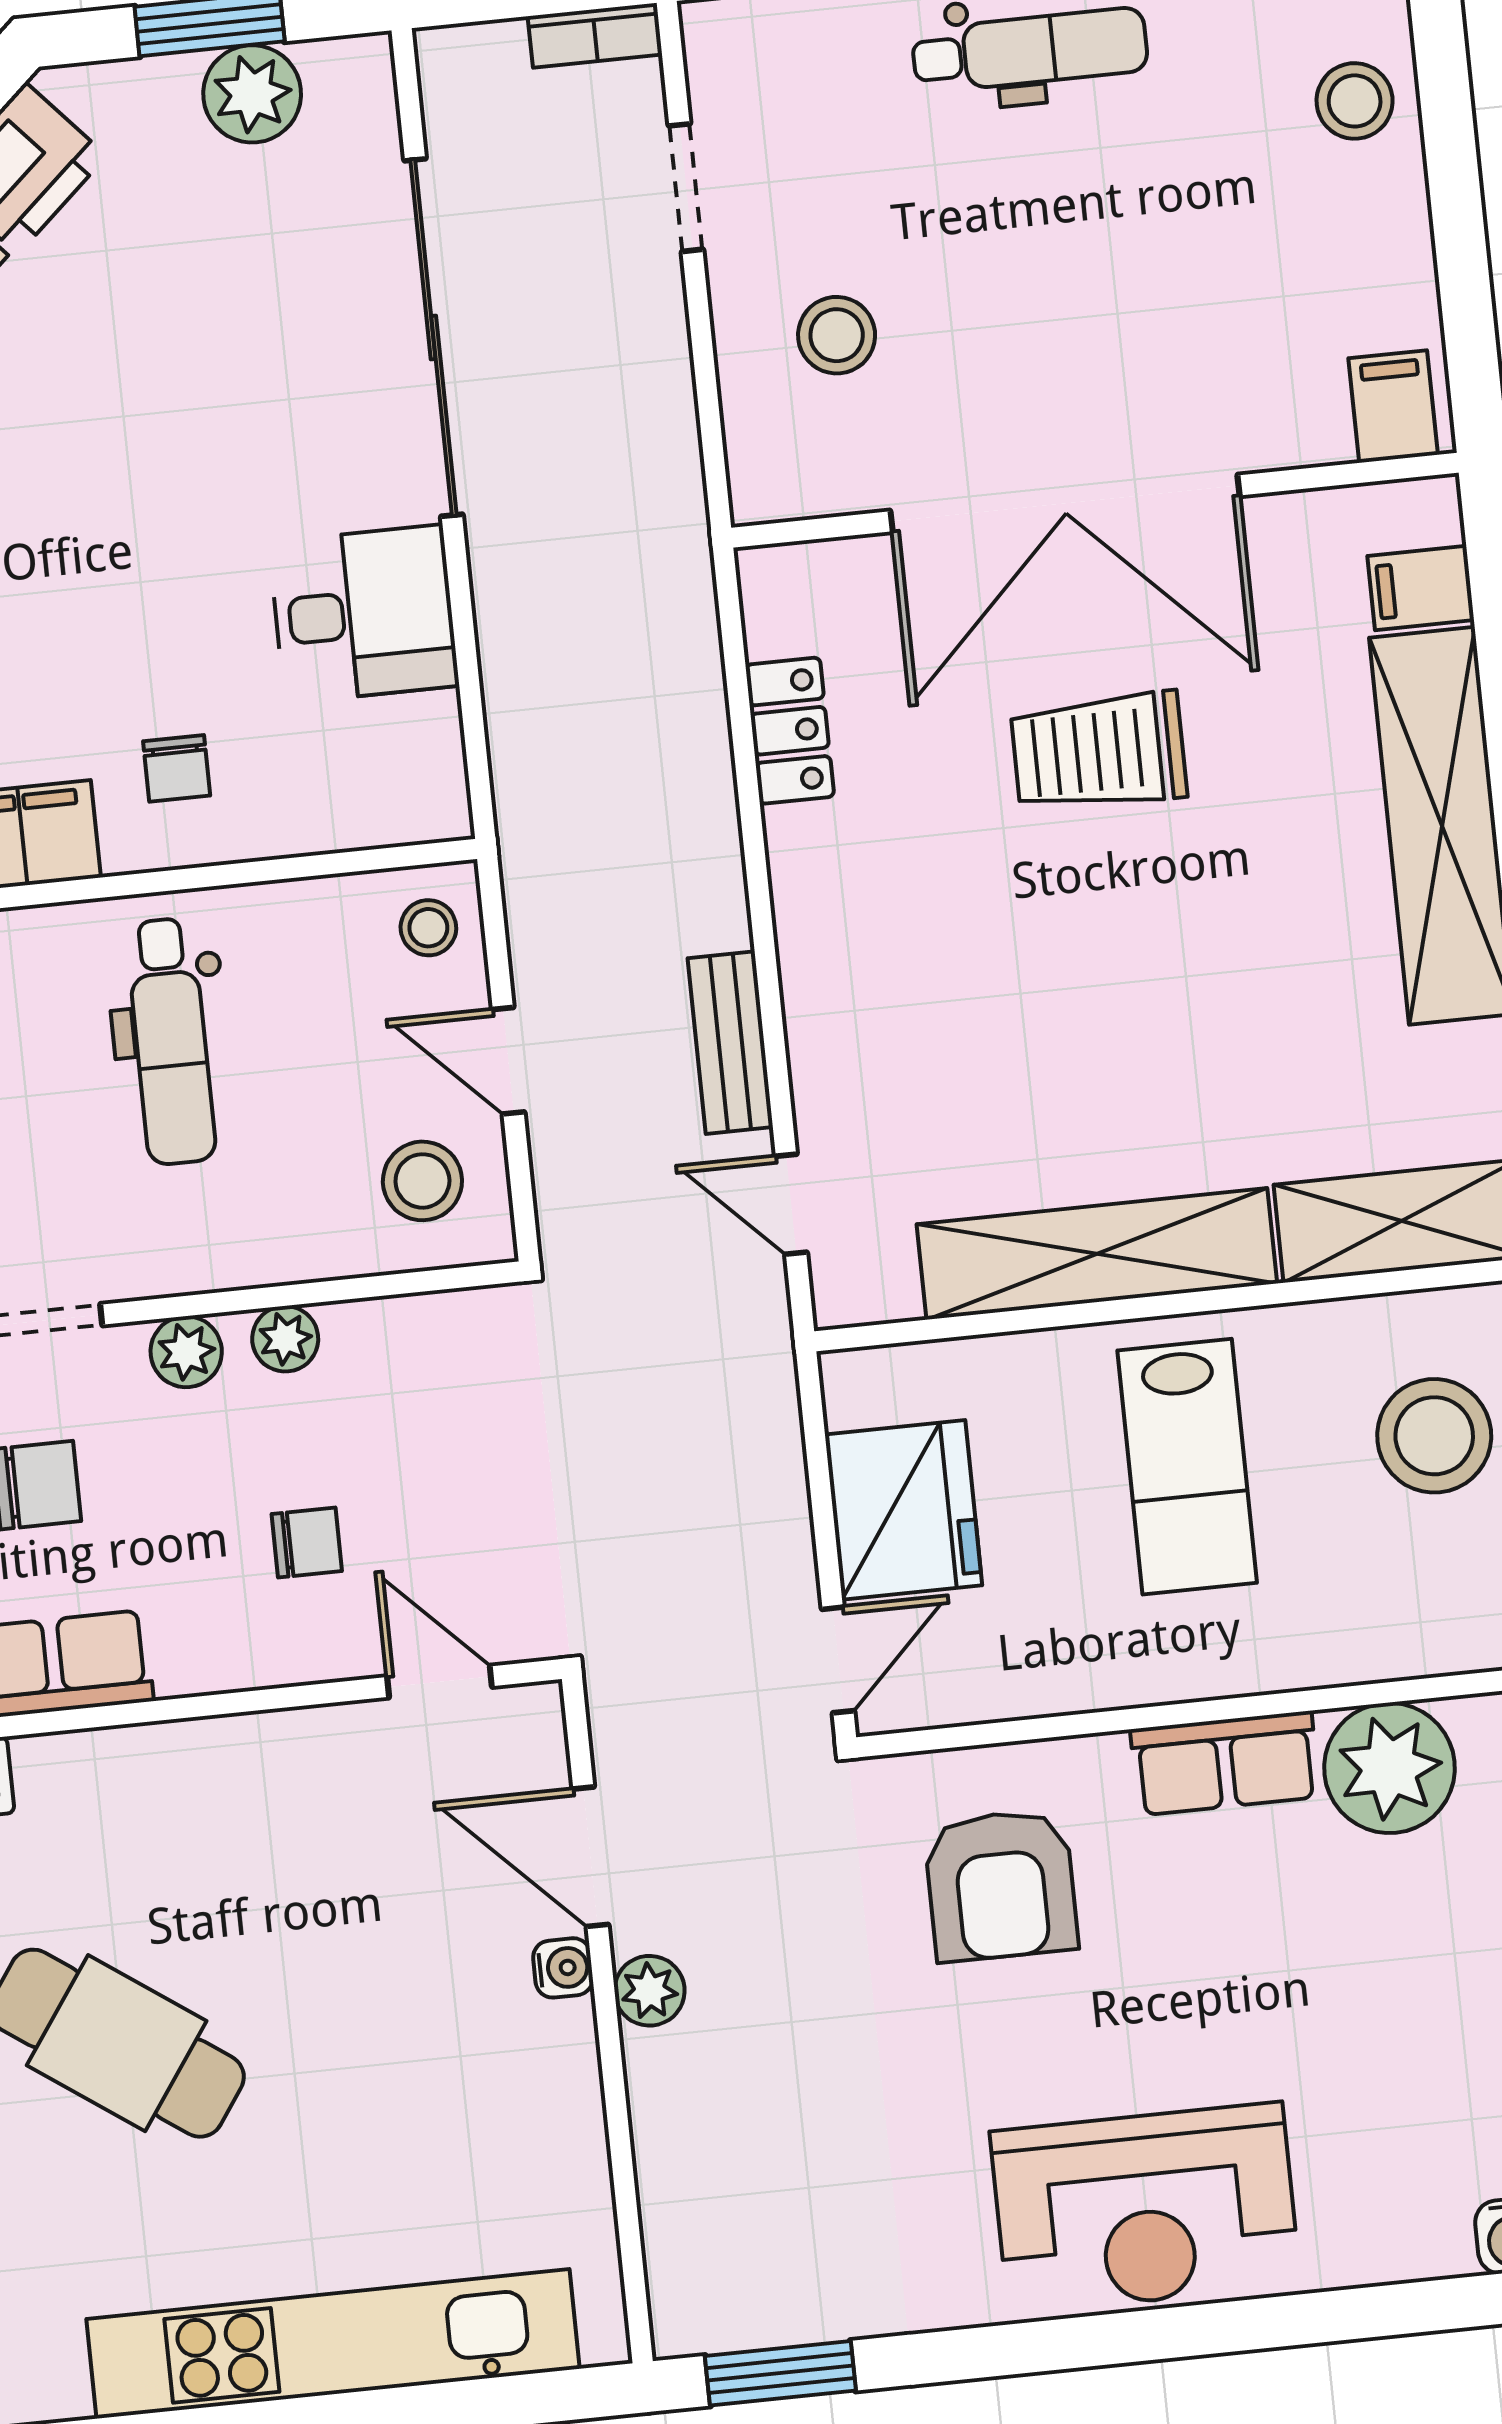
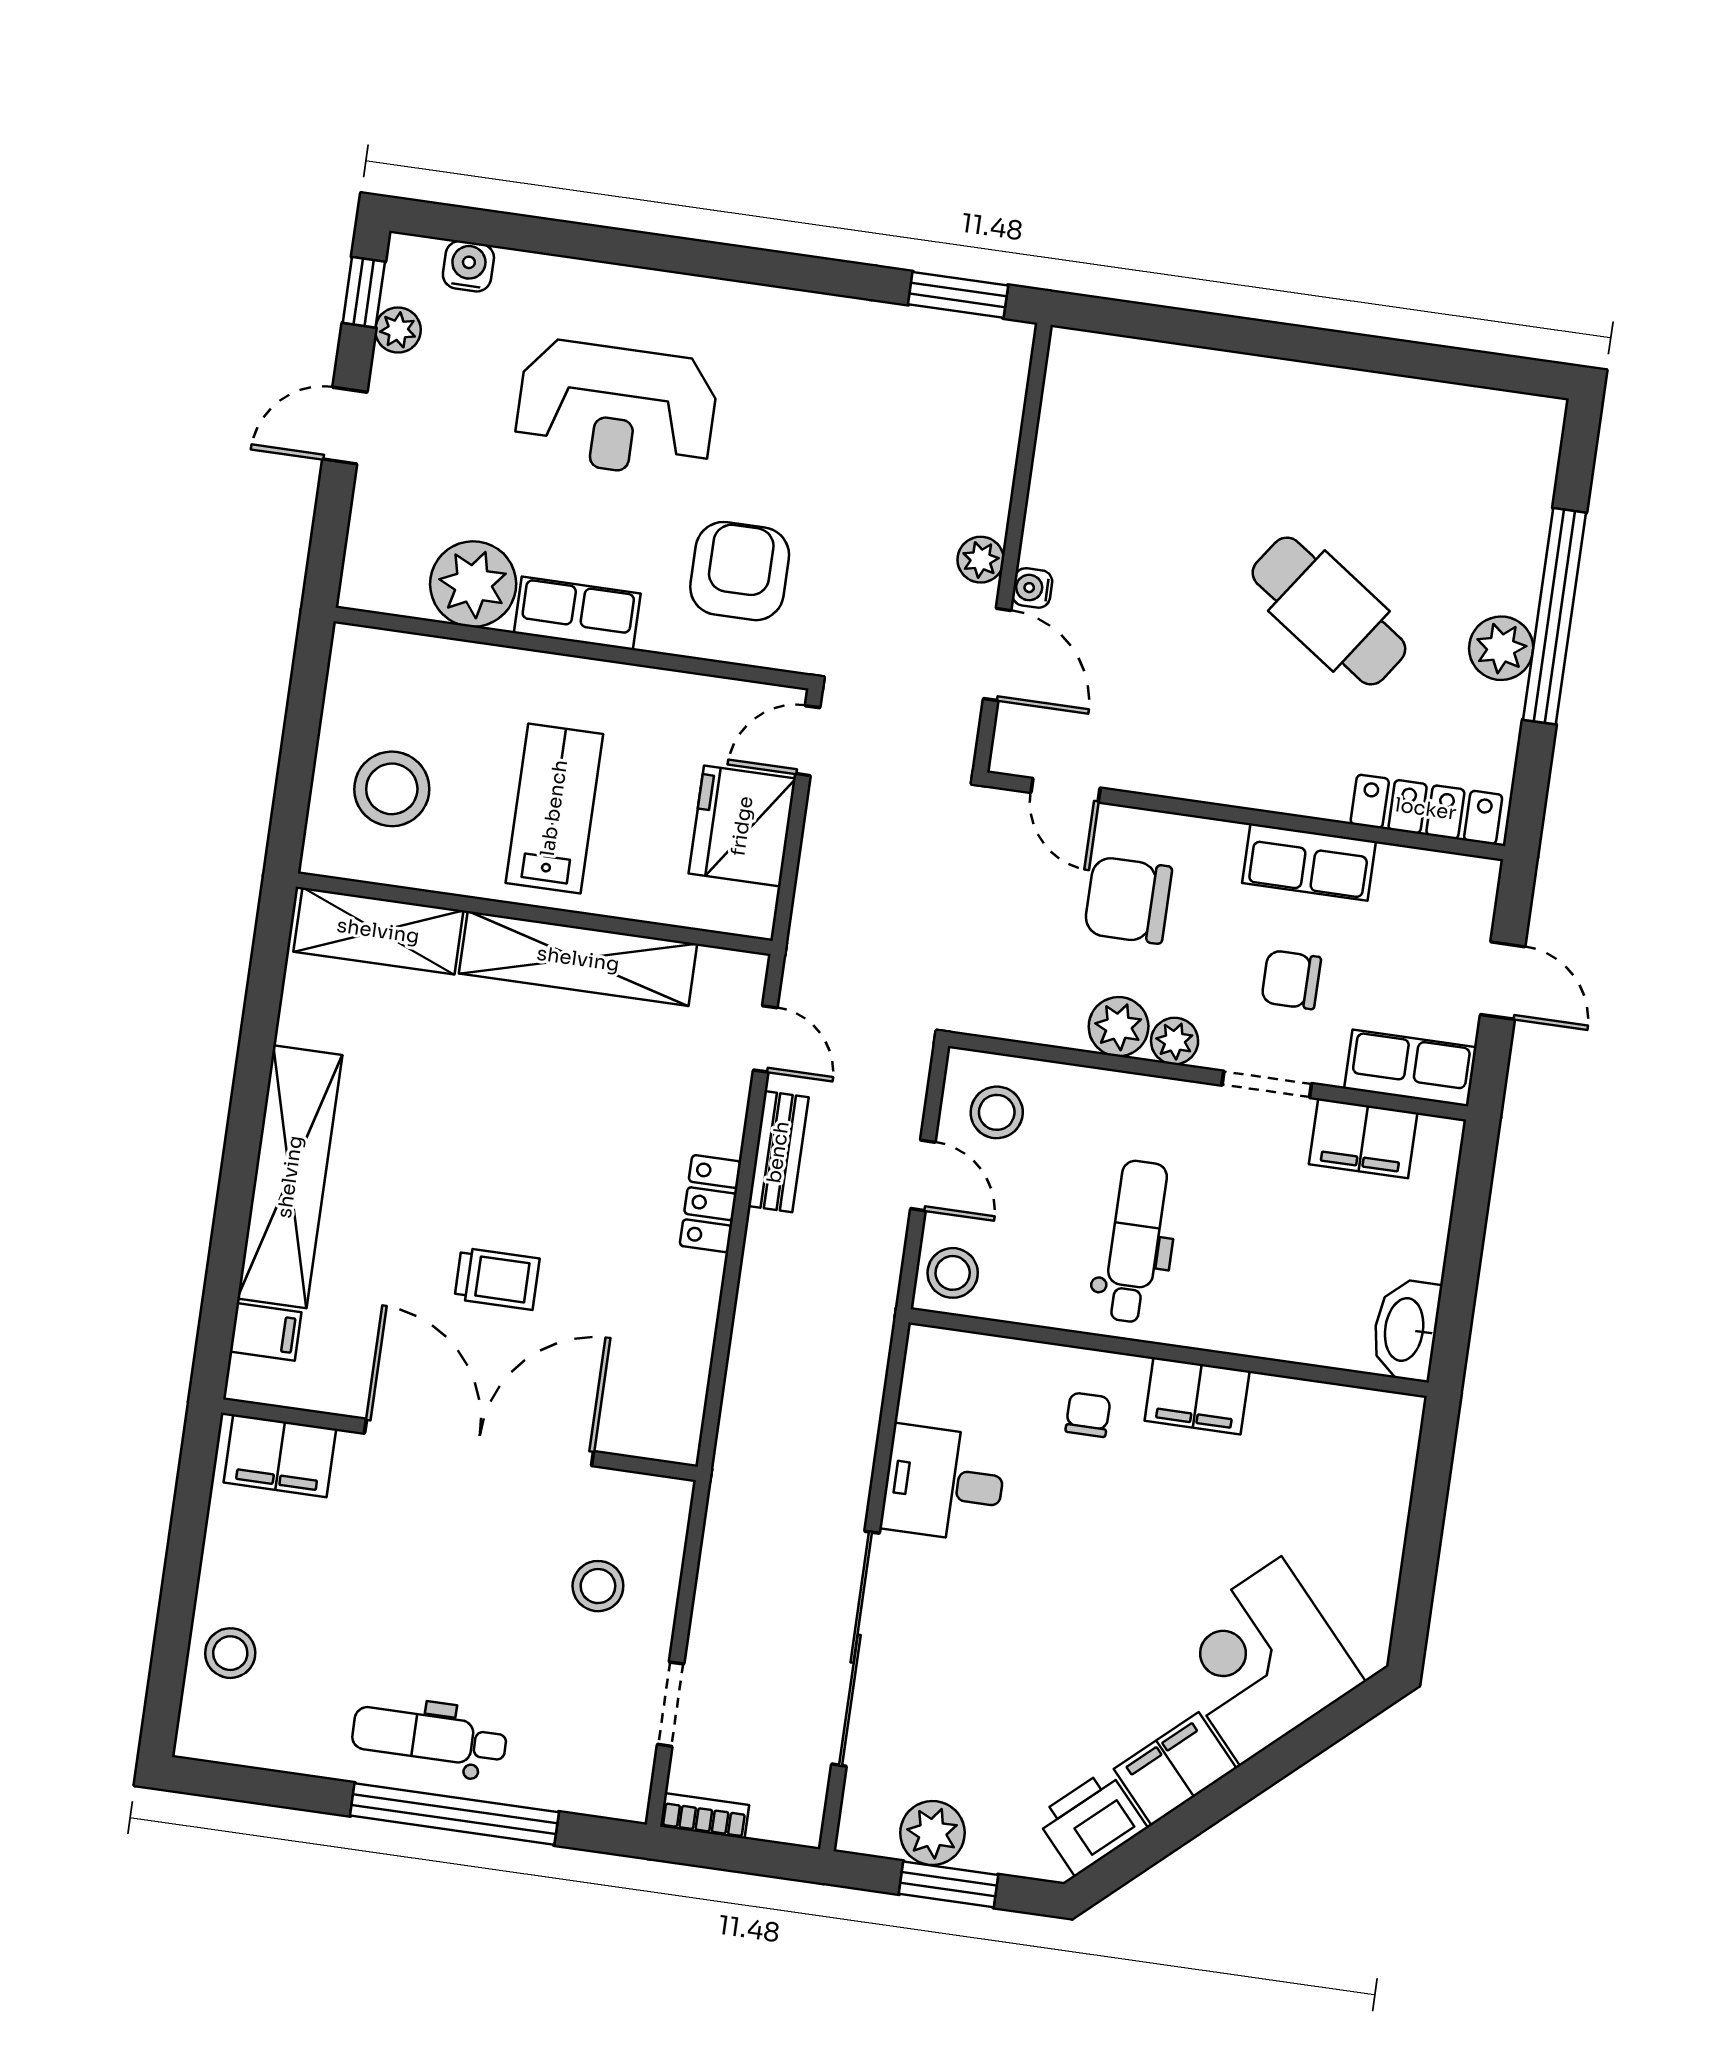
filing cabinet: (1393, 406) -> (280, 1456), width x2.00
locker: (790, 731) -> (710, 1204), moved
trolley: (1099, 752) -> (497, 1279), width x0.73, depth x0.72
stool: (428, 928) -> (953, 1273), width x1.37, depth x1.37
plant: (285, 1339) -> (1119, 1027), width x1.38, depth x1.38
chair: (307, 1543) -> (1128, 900), width x1.87, depth x1.87
reception desk: (1145, 2208) -> (616, 409), moved, turned 180
kitchen unit: (333, 2344) -> (1239, 385), removed

